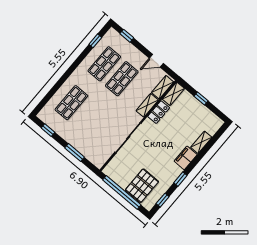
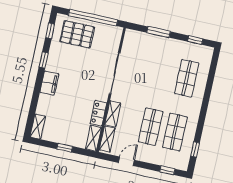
shelving: (201, 142) -> (38, 126), moved
pallet: (142, 186) -> (77, 34), turned 90

